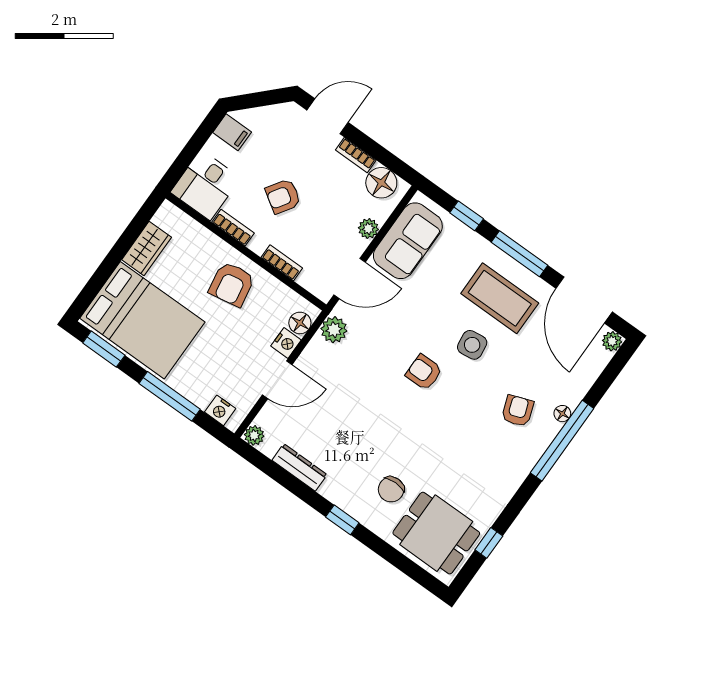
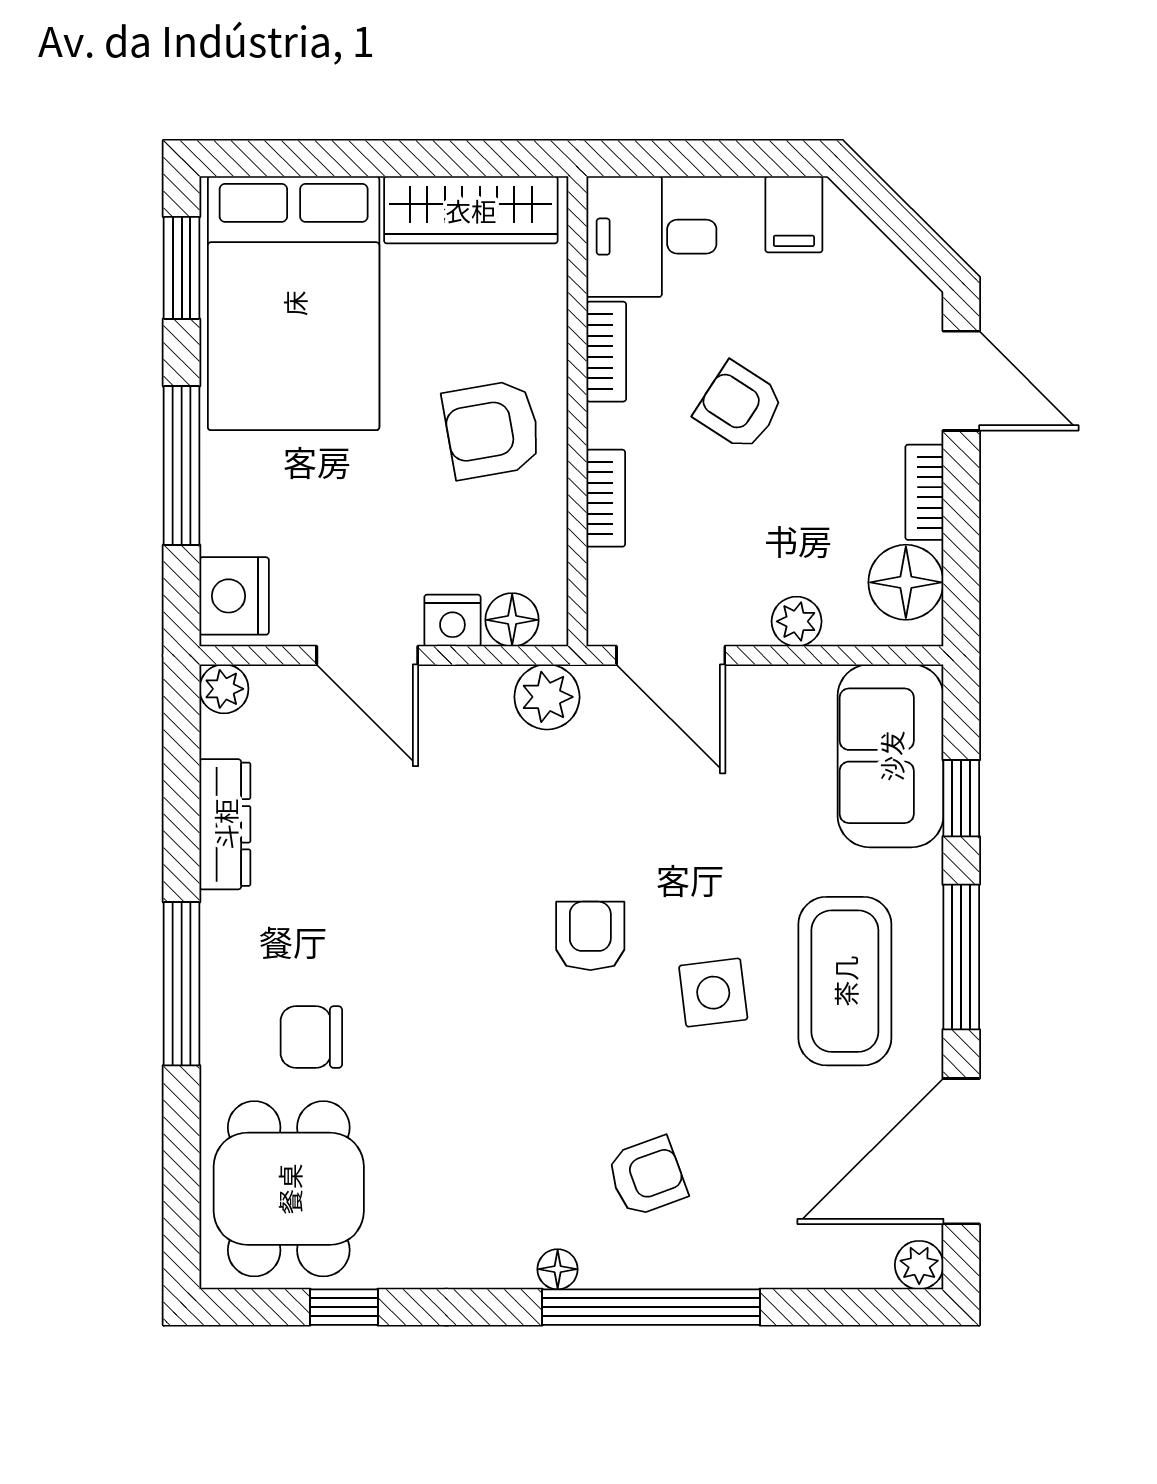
sofa: (408, 241) -> (891, 756), moved, turned 90
wardrobe: (147, 249) -> (471, 210), width x1.50
nightstand: (220, 410) -> (234, 596), width x1.36, depth x1.33
floor lamp: (562, 414) -> (558, 1269), moved
window: (342, 520) -> (182, 984), width x2.17

